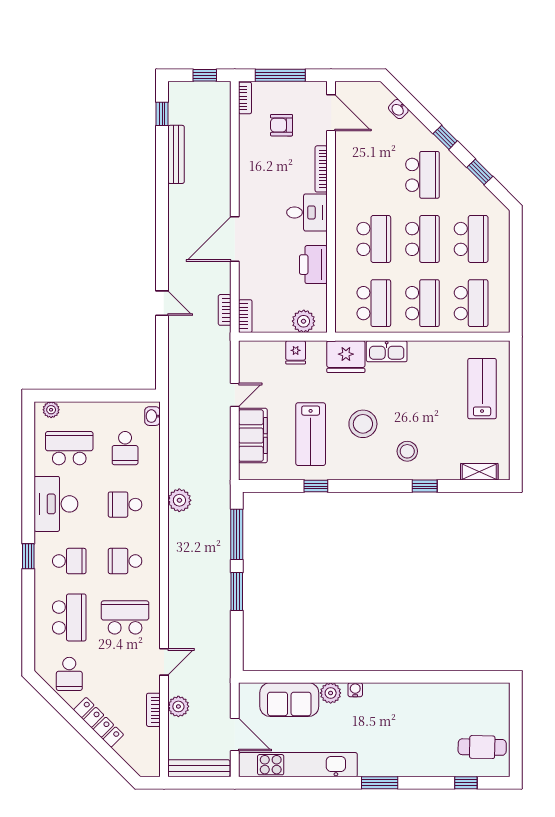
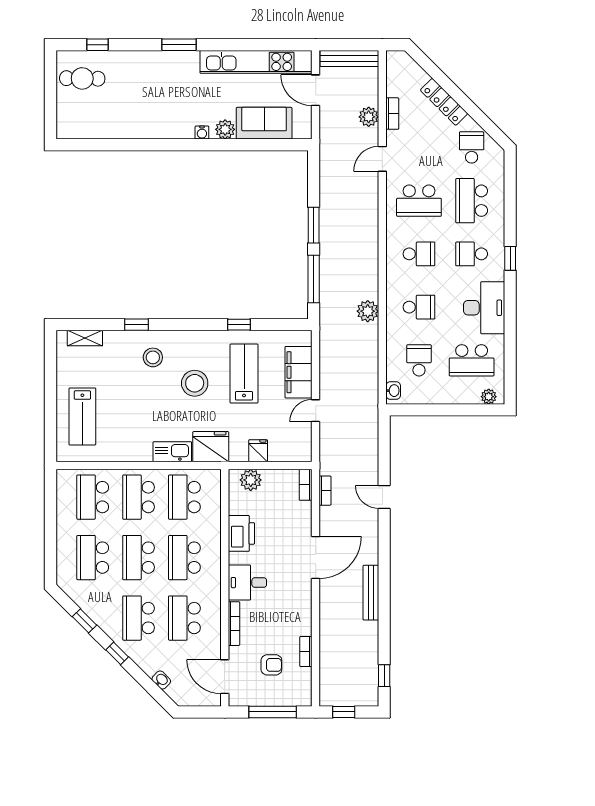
bookcase: (245, 98) -> (306, 652), moved
bench: (176, 154) -> (371, 593), moved
school desk: (374, 175) -> (184, 618), added

